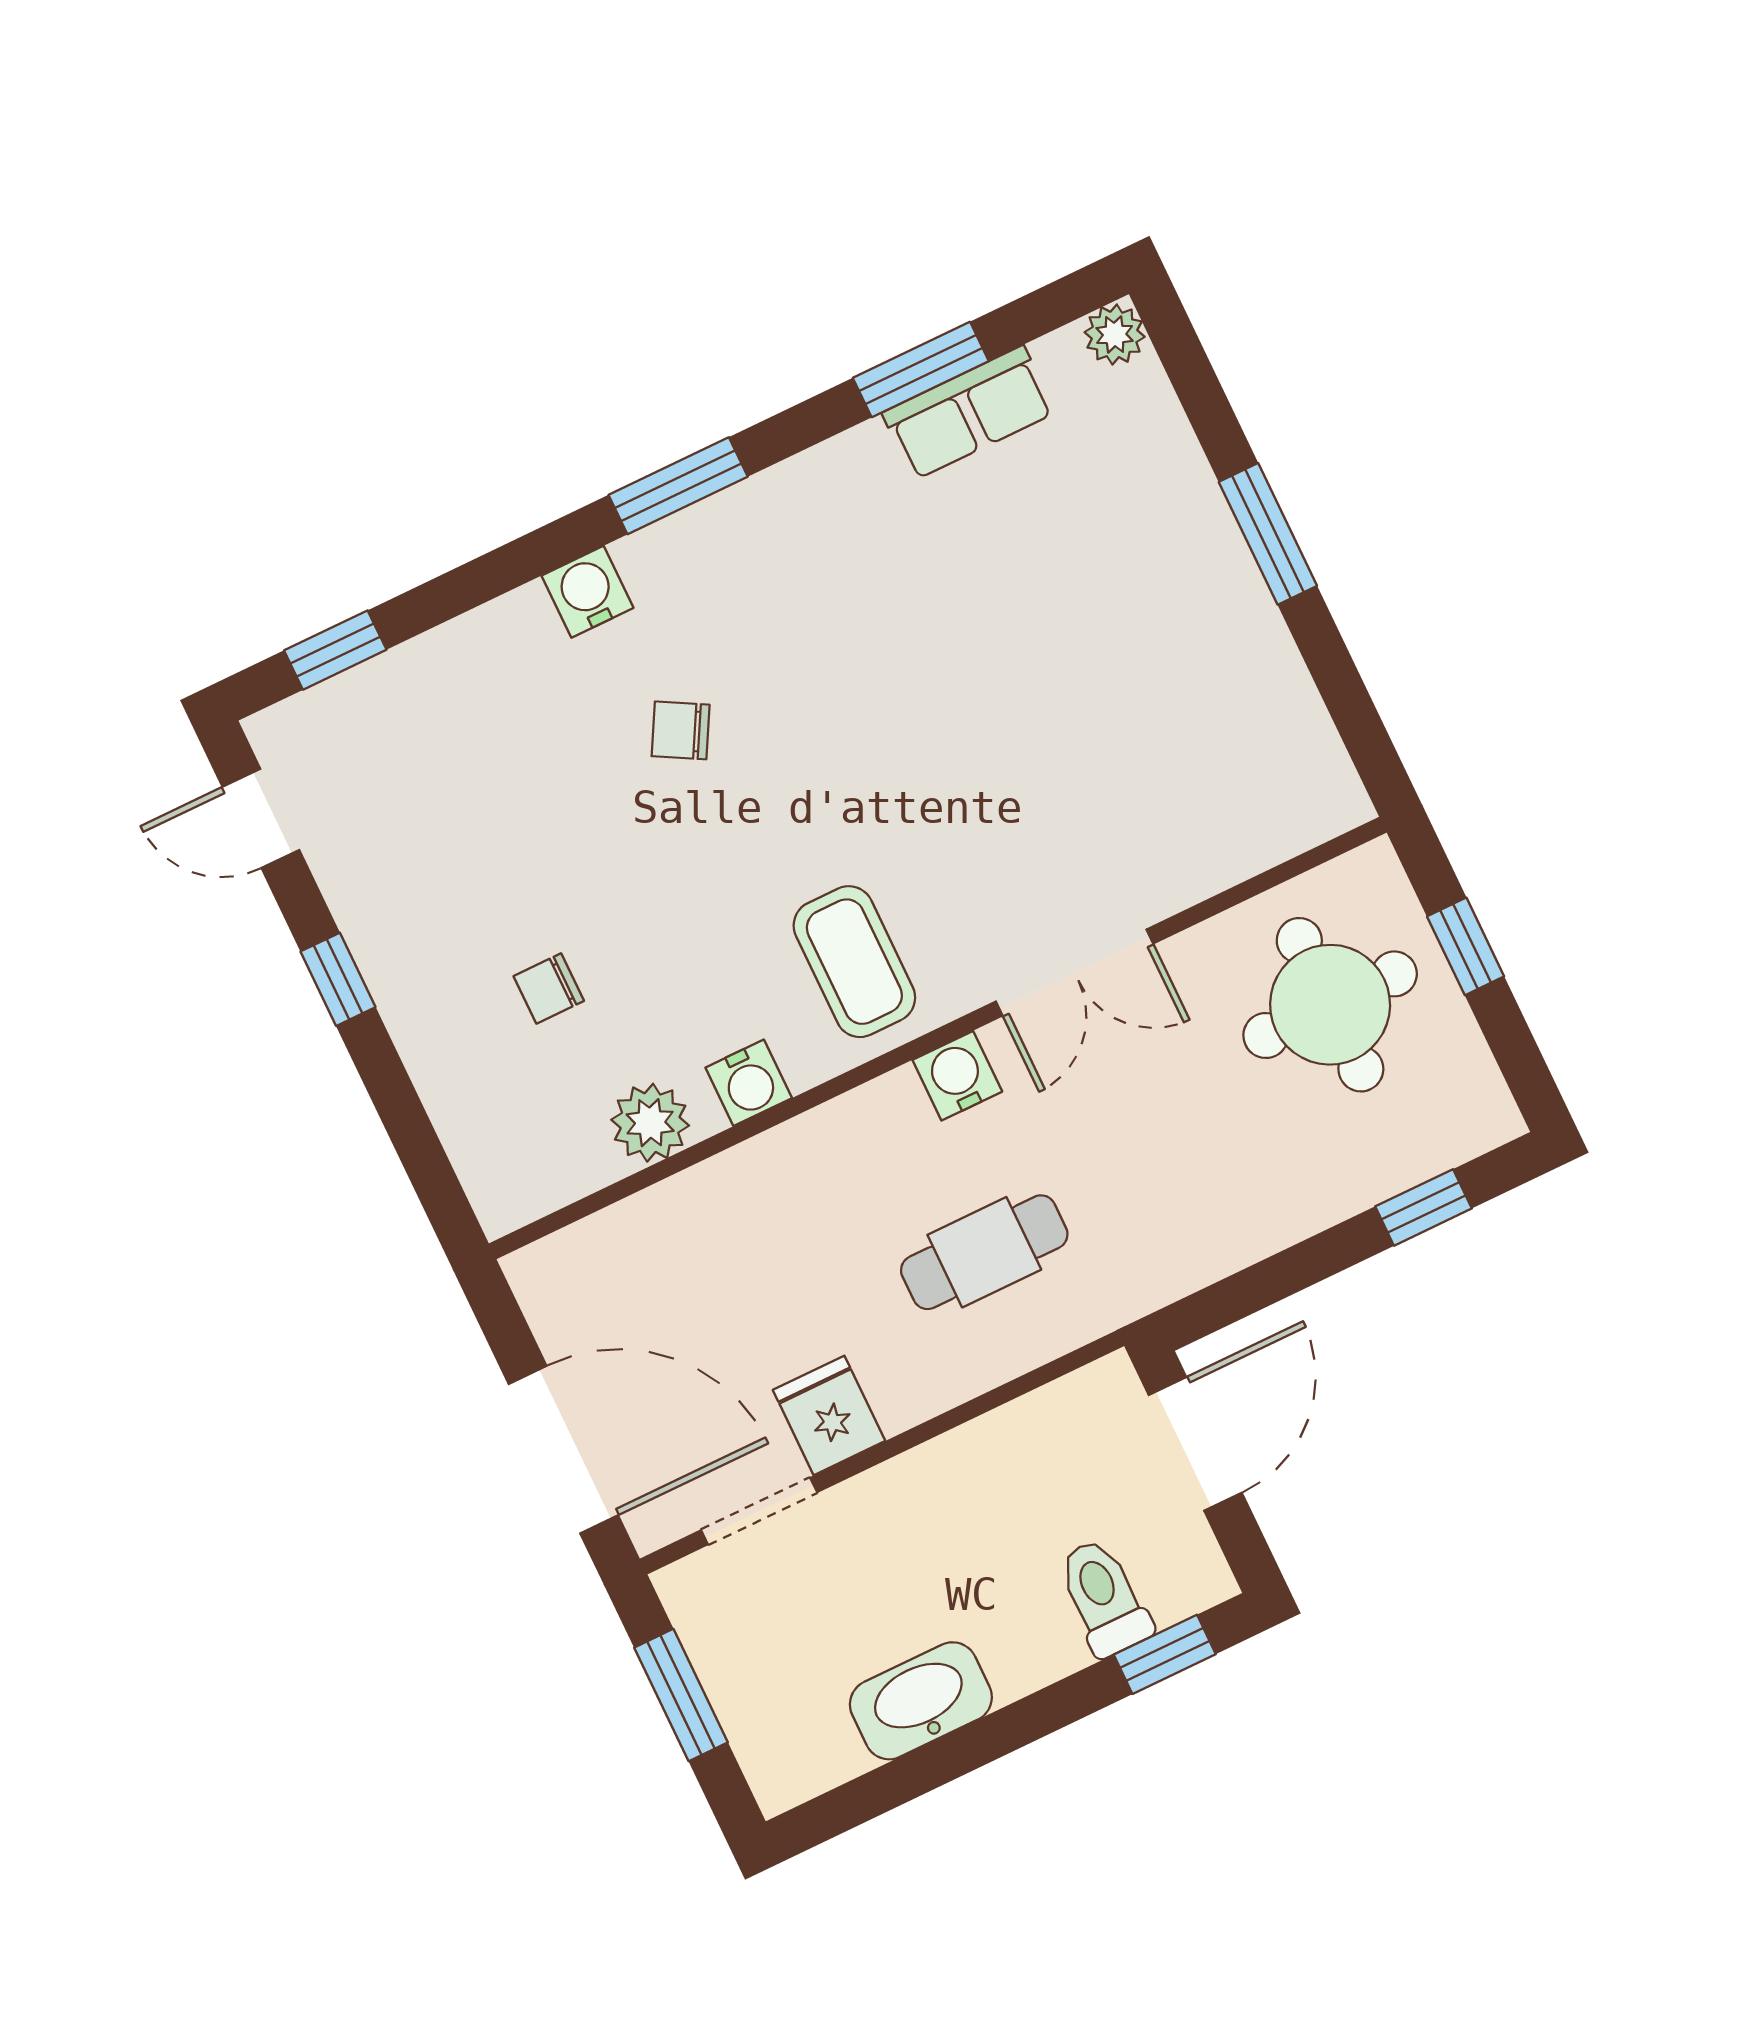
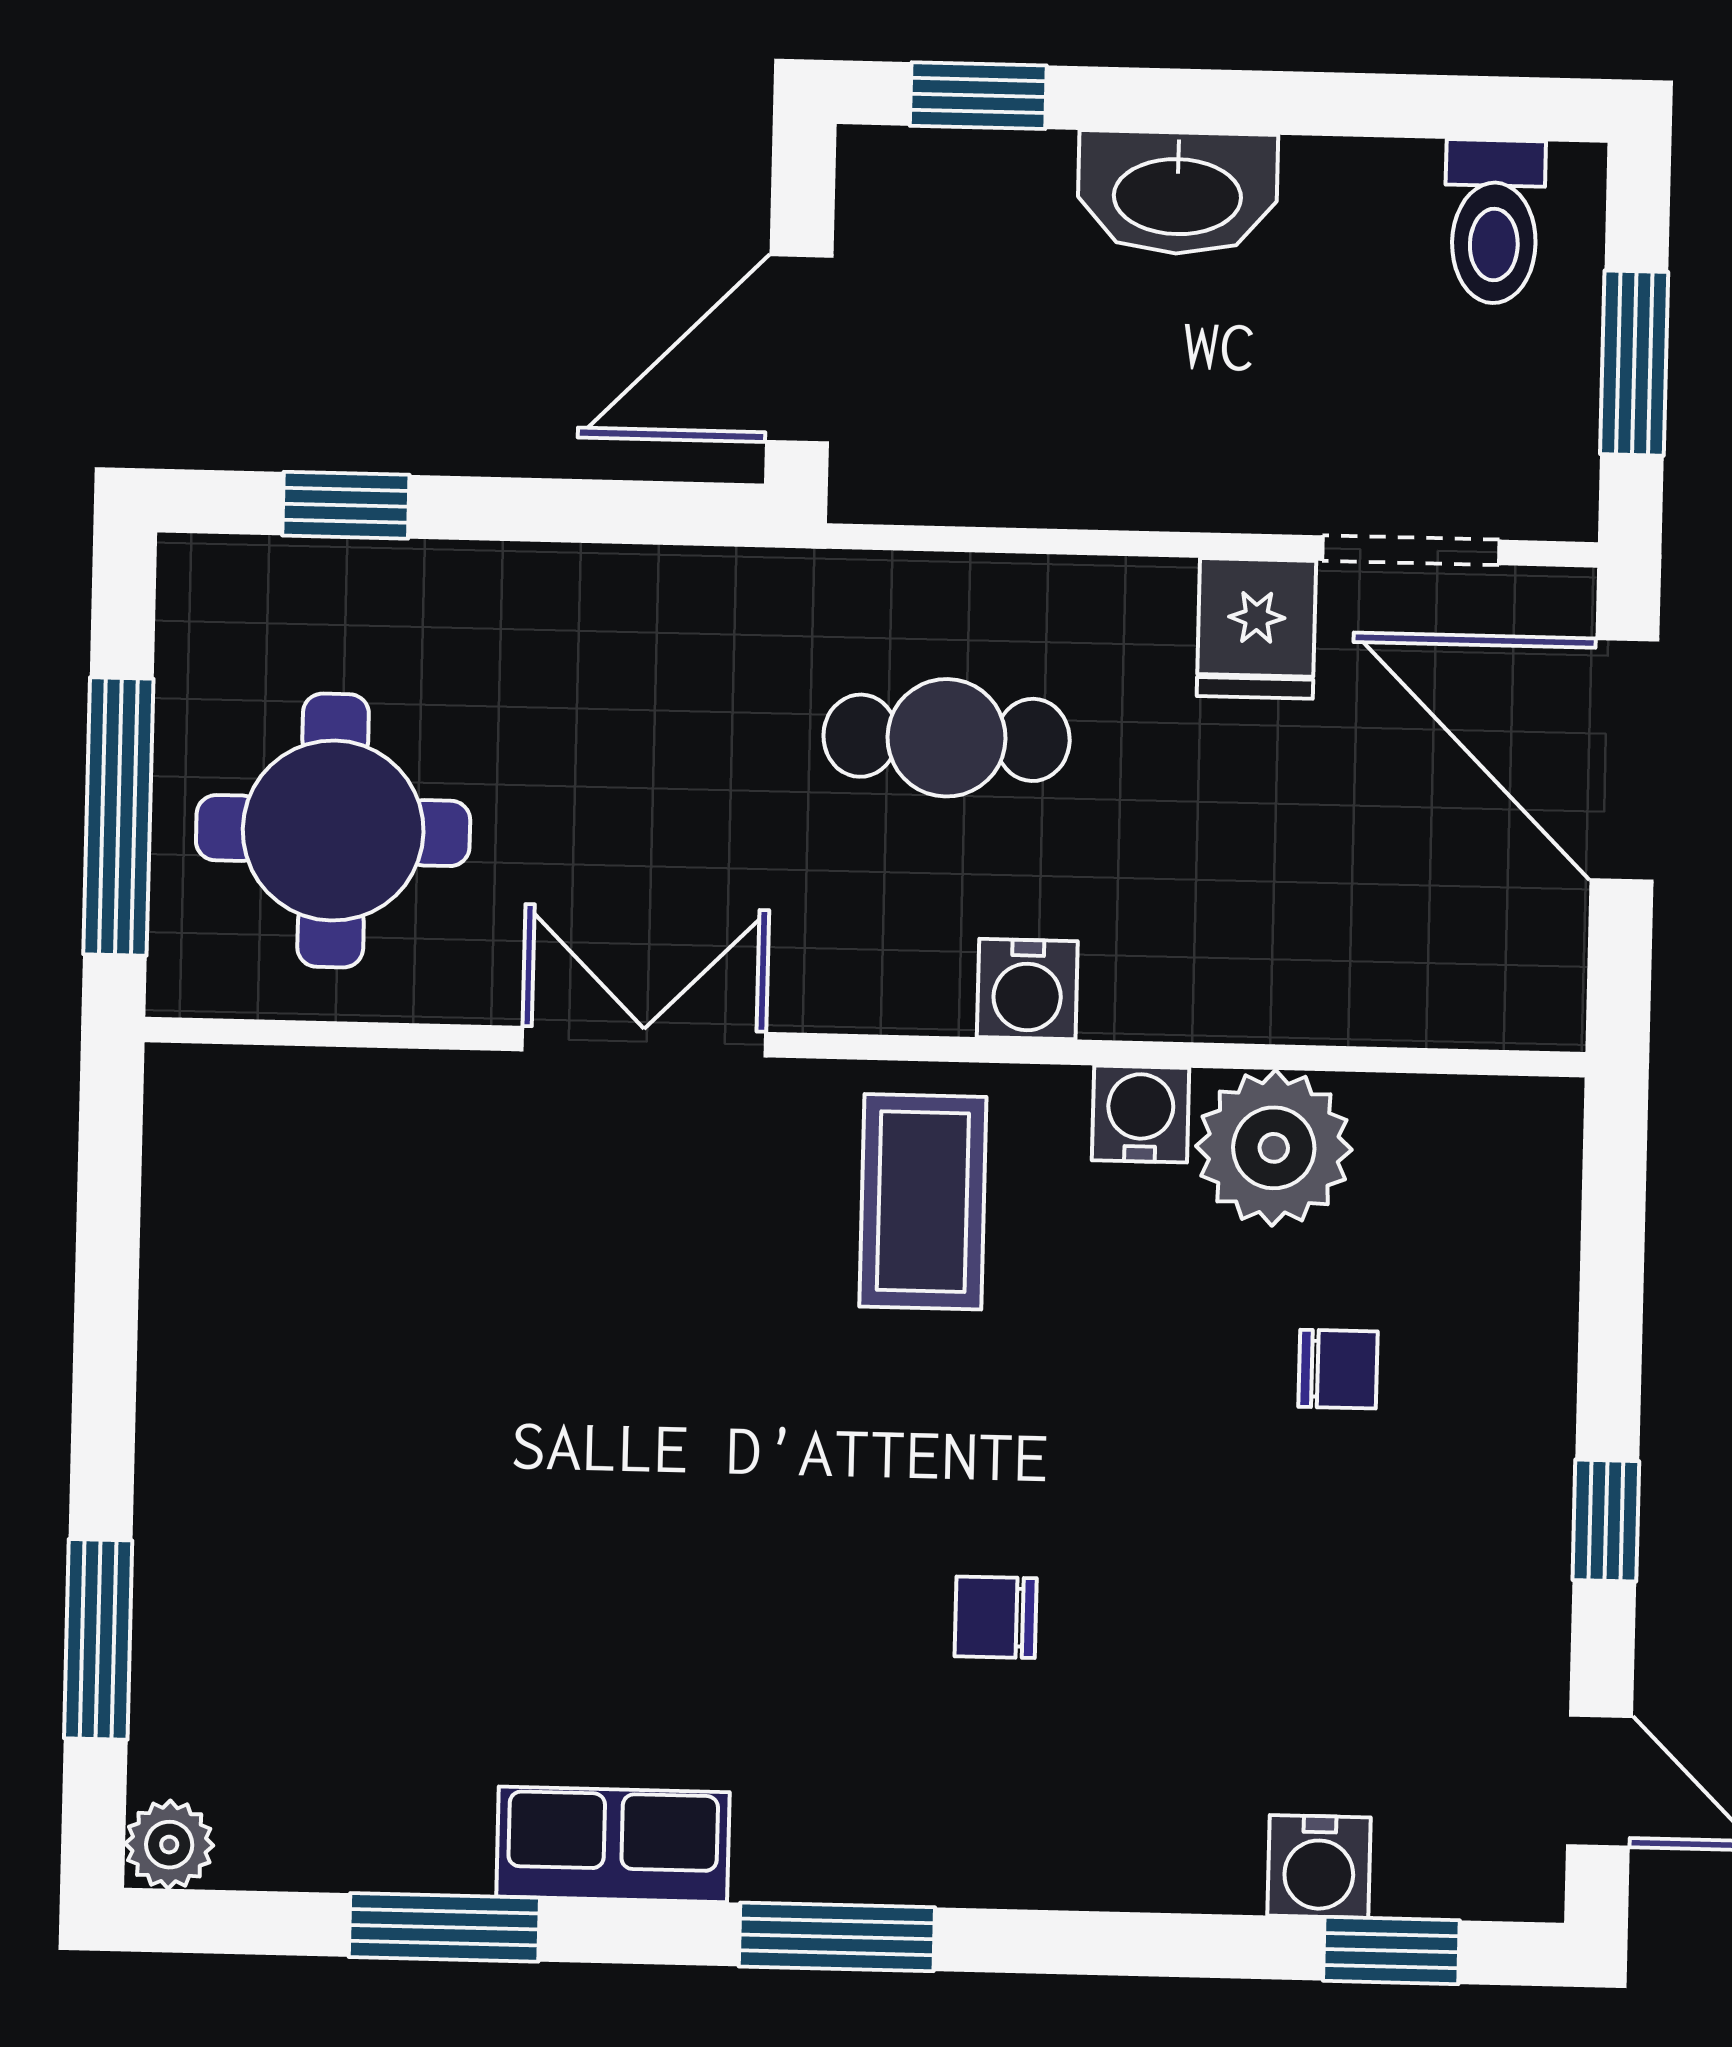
row of seats: (969, 413) -> (613, 1844), moved
window: (1268, 534) -> (98, 1639), moved
water cooler: (587, 592) -> (1319, 1866), moved
chair: (681, 730) -> (996, 1617), turned 151
window: (1466, 946) -> (118, 817), width x2.17
water cooler: (957, 1076) -> (1027, 989), moved
plant: (650, 1123) -> (1274, 1148), width x1.36, depth x1.36
toilet: (1104, 1597) -> (1494, 222), moved
washbasin: (921, 1701) -> (1177, 193), moved

